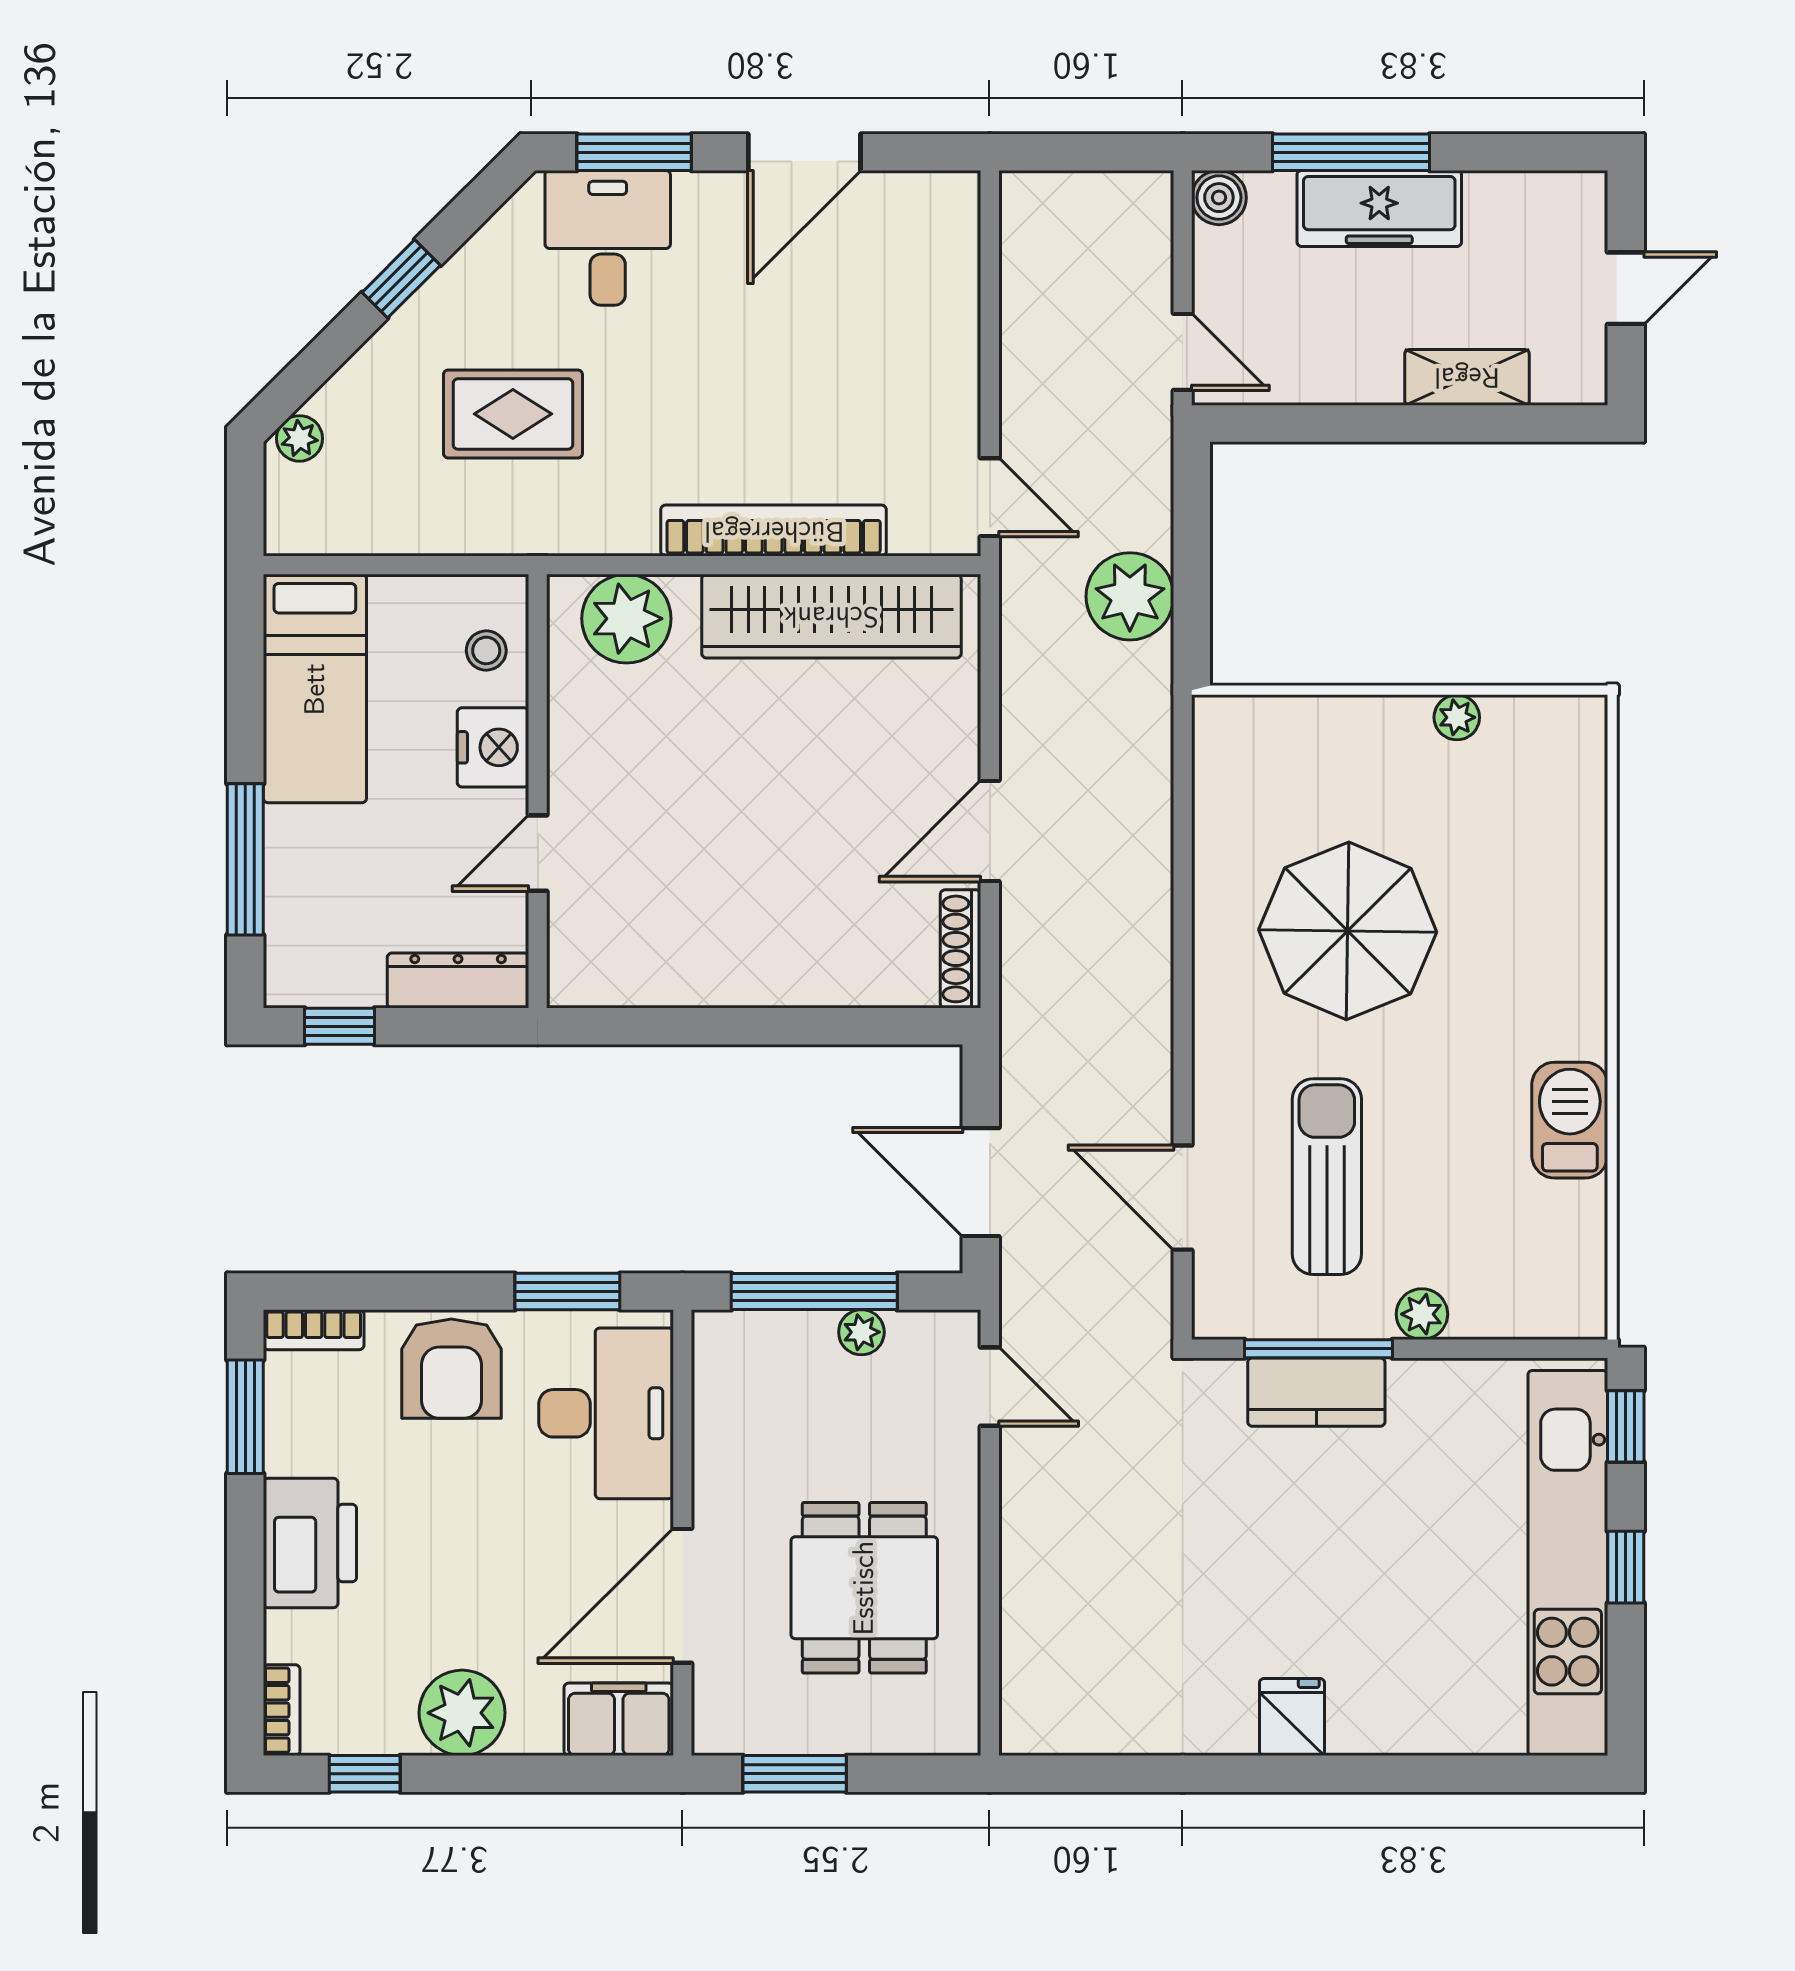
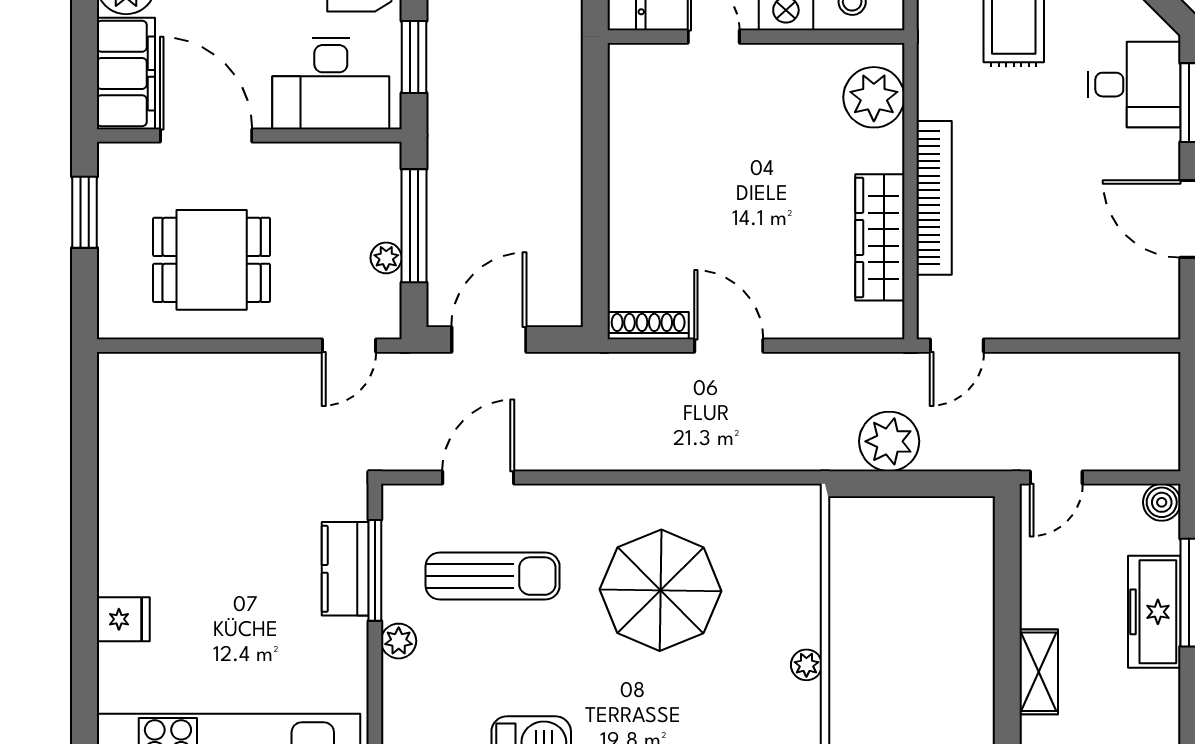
wardrobe: (831, 616) -> (880, 237), width x0.71, depth x0.85
fridge: (1292, 1717) -> (123, 619), moved
filing cabinet: (619, 1719) -> (126, 73), width x1.50, depth x1.17

